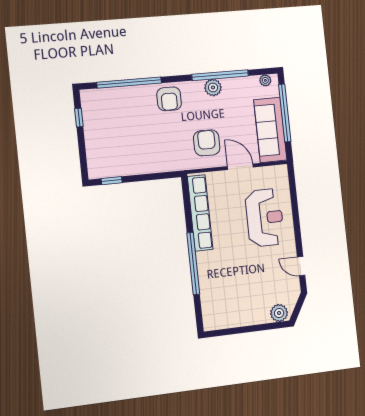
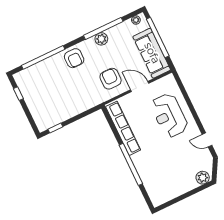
reception desk: (265, 218) -> (169, 115), turned 180

